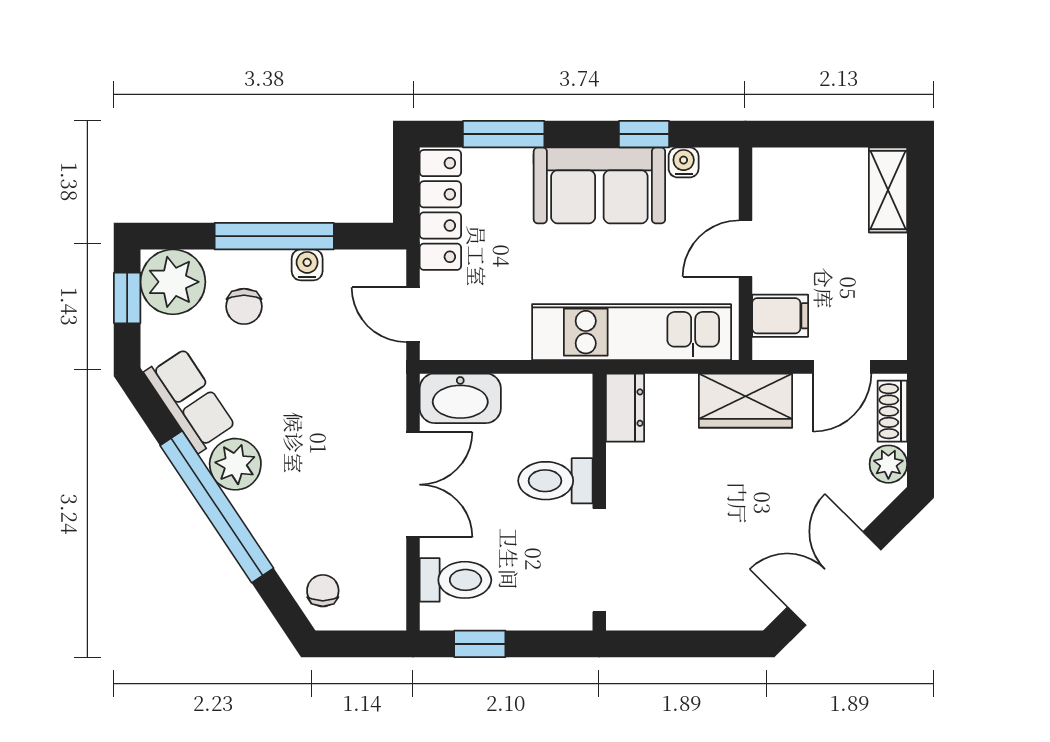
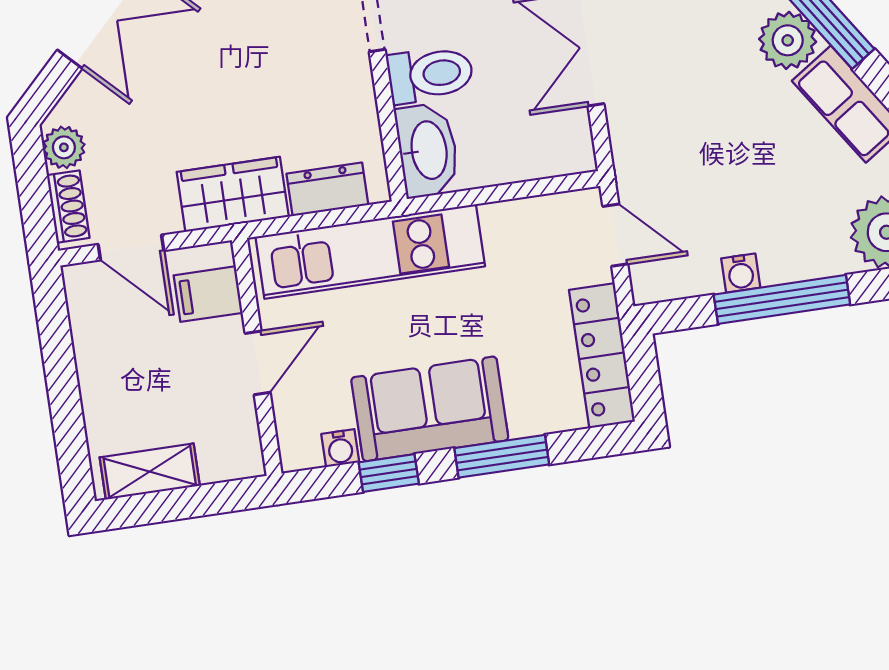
window: (504, 134) -> (502, 456), moved
shelving: (888, 190) -> (150, 472), moved, turned 90
chair: (244, 306) -> (804, 217), removed
door: (842, 367) -> (131, 248), swing flipped
washbasin: (460, 398) -> (427, 150), moved, turned 90
dresser: (625, 408) -> (327, 189), moved, turned 90

